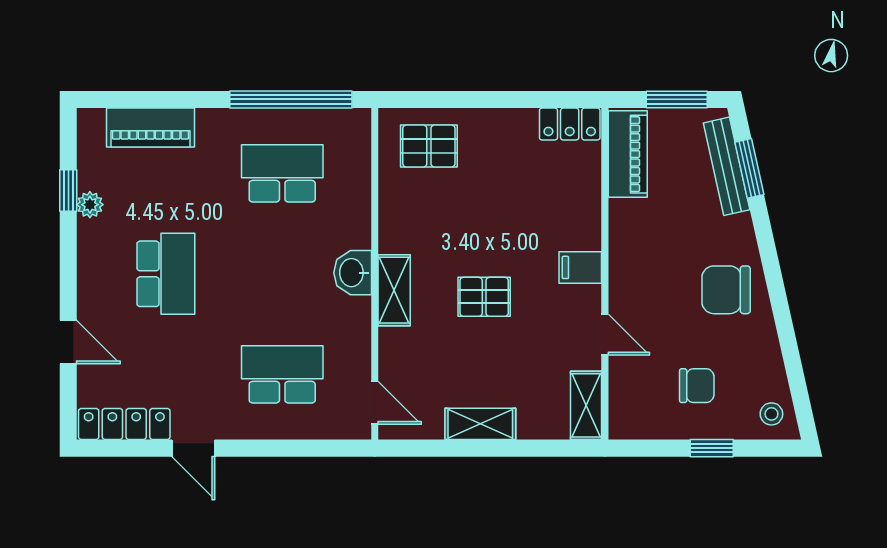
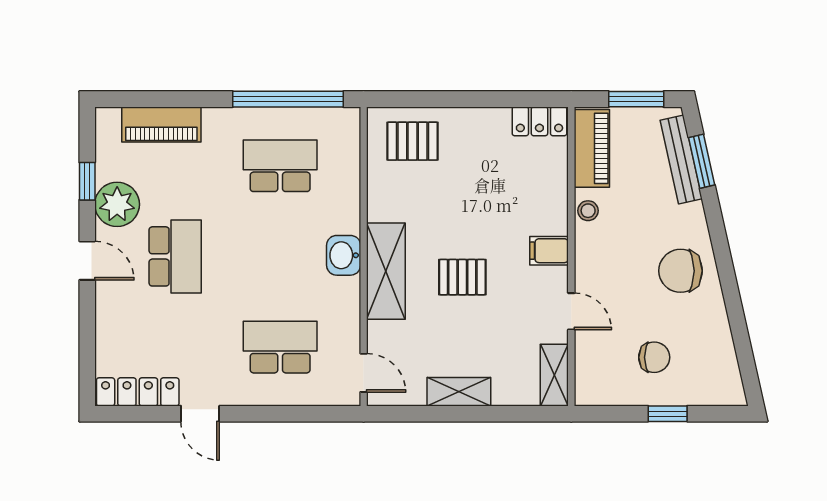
plant: (90, 205) -> (117, 204), width x1.87, depth x1.87
shelving: (394, 290) -> (386, 271), width x1.50, depth x1.33
door: (68, 342) -> (87, 261), moved
stool: (771, 414) -> (588, 211), moved

